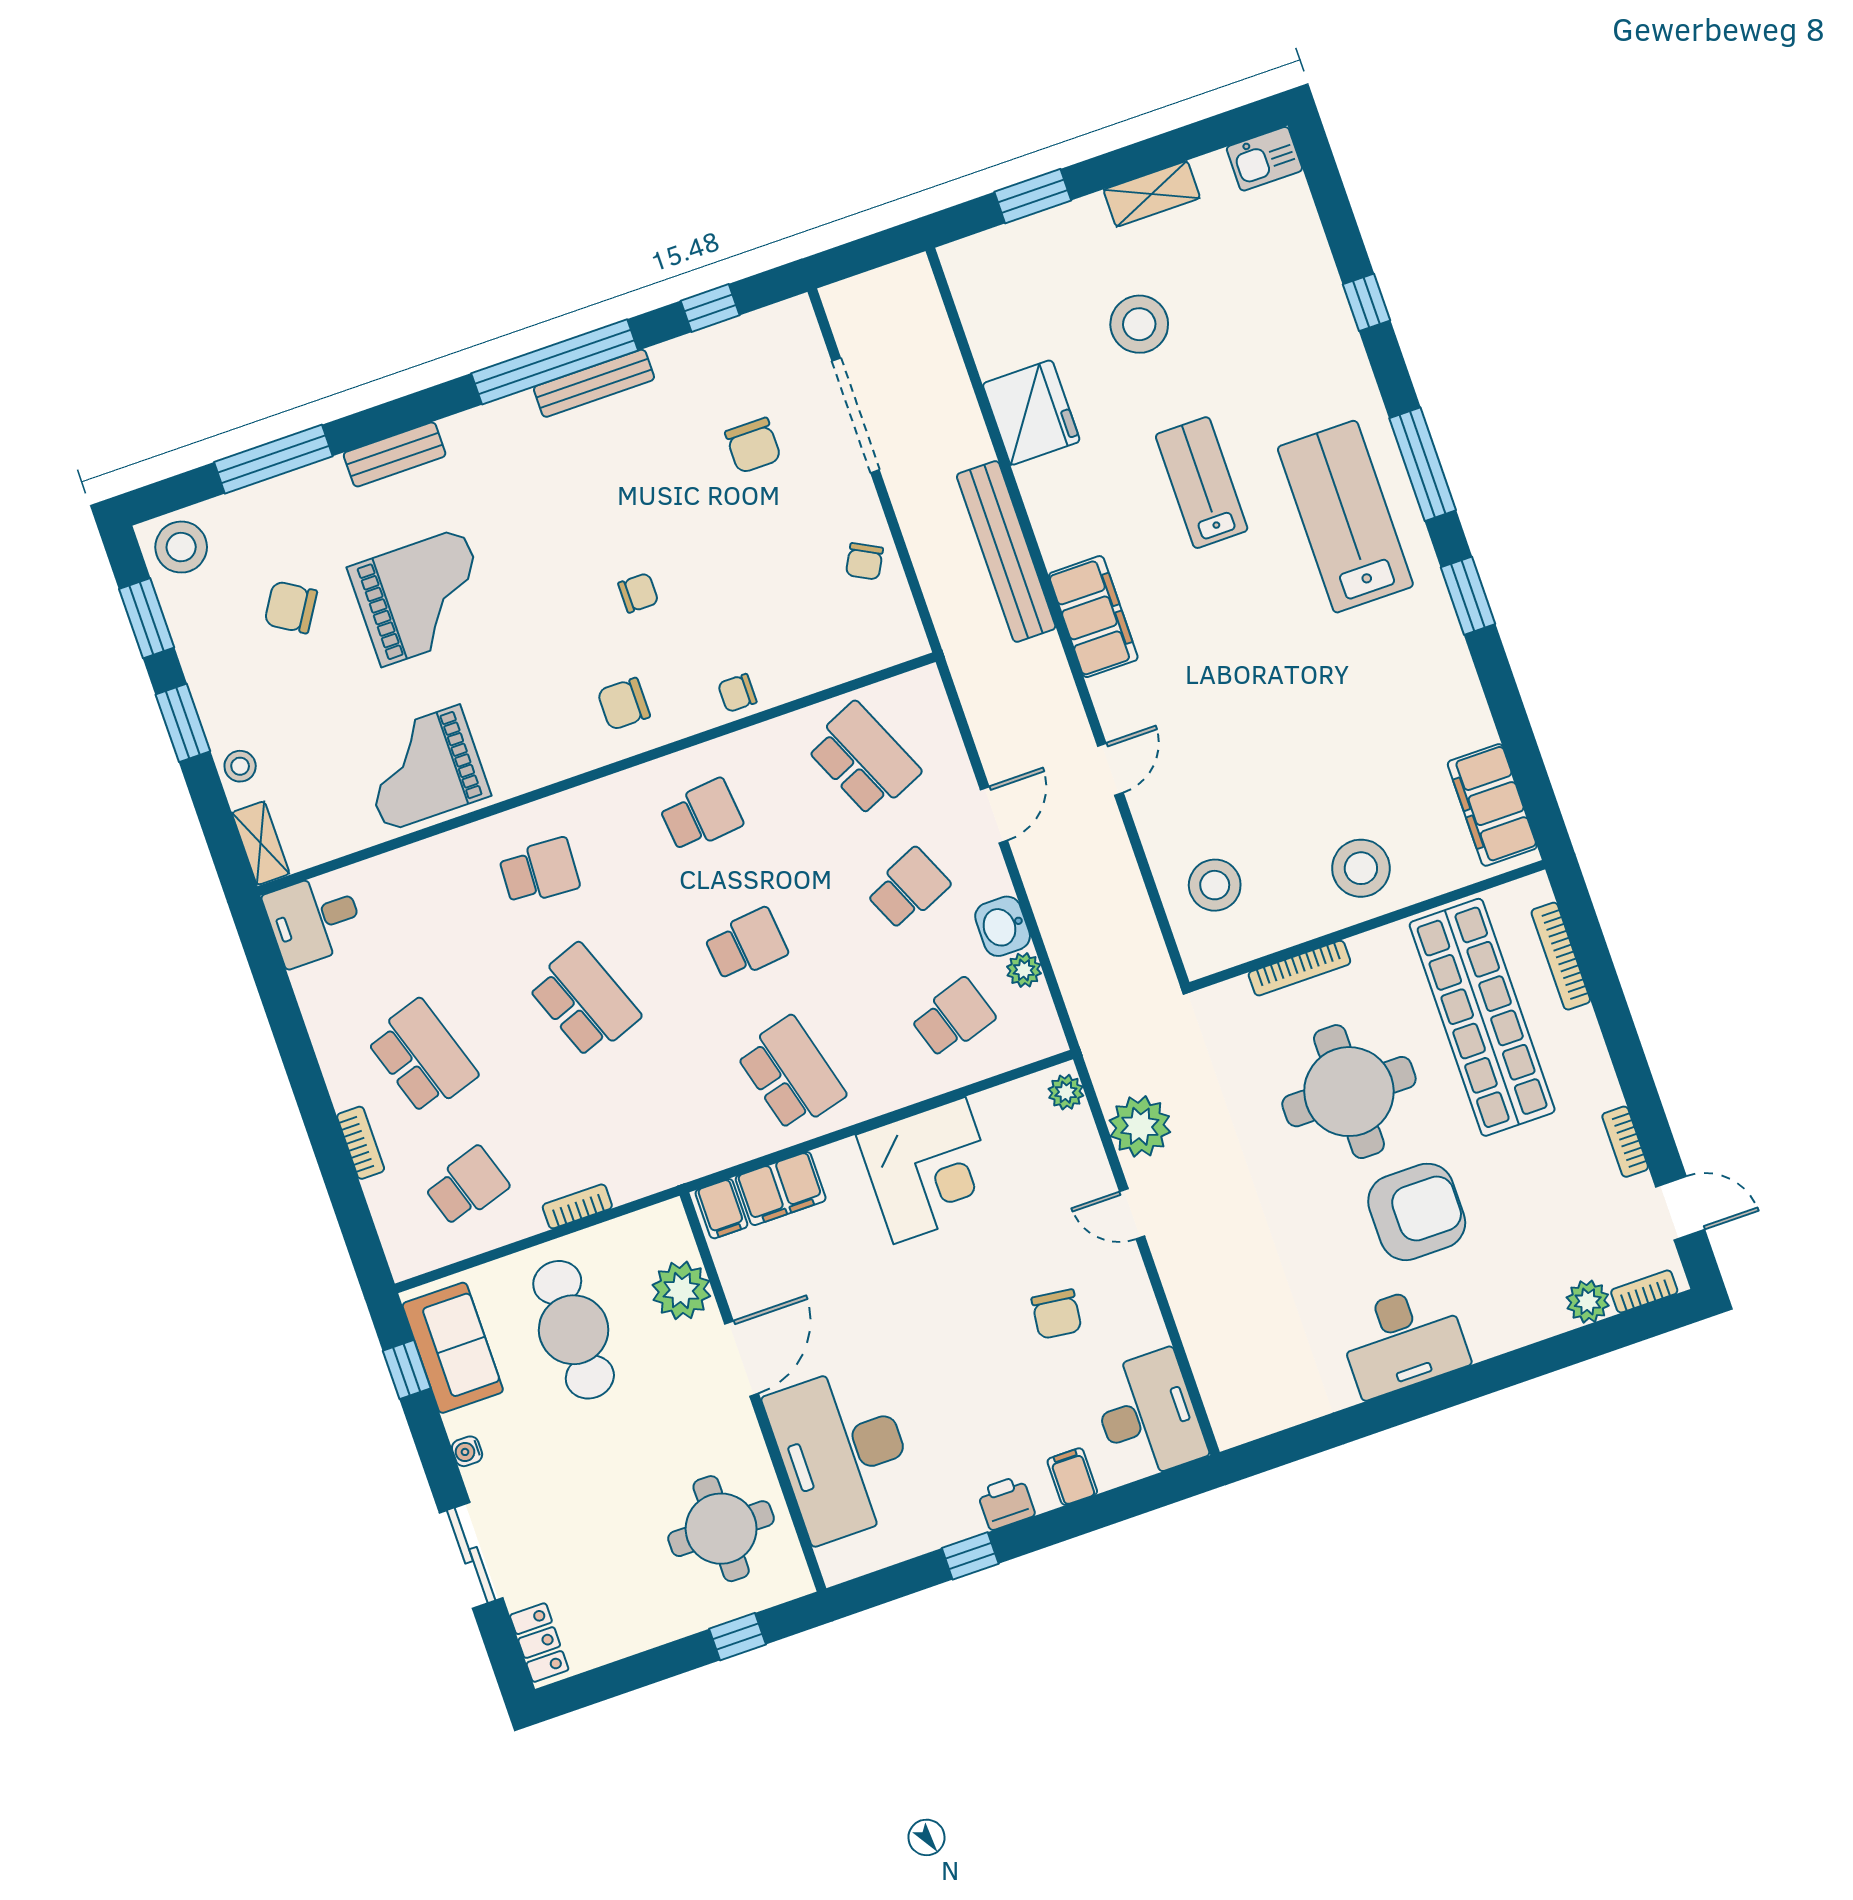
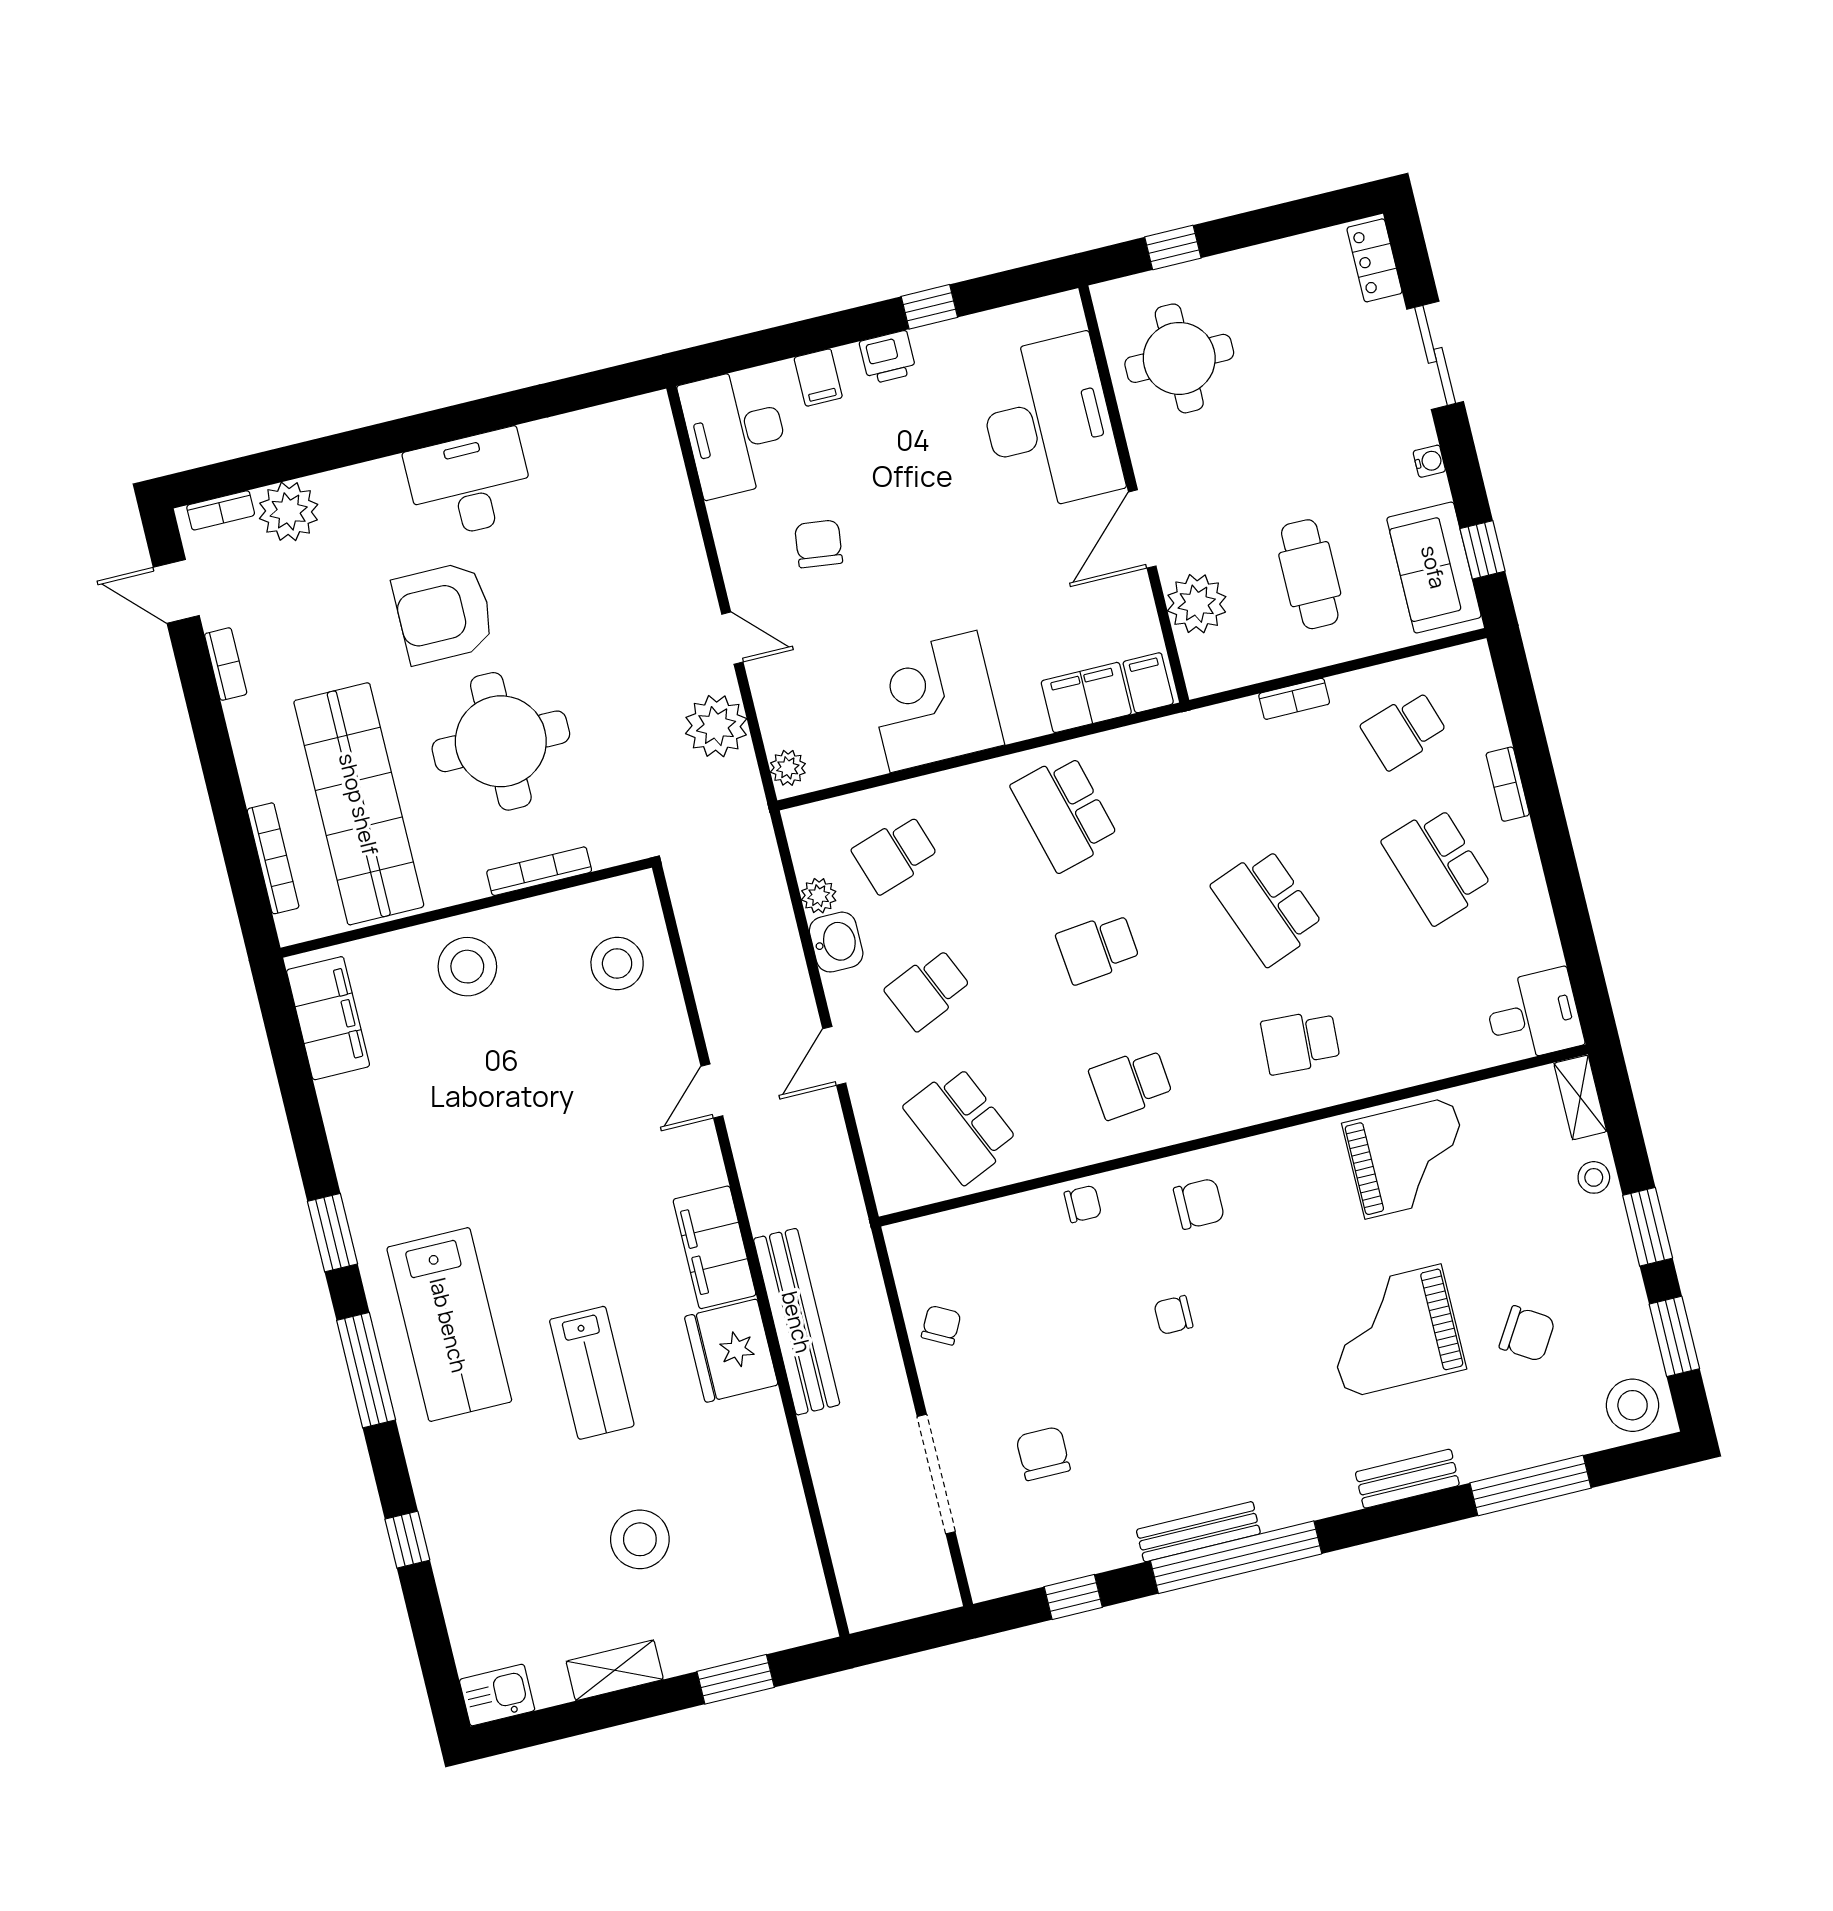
fridge: (1031, 413) -> (731, 1351), moved
plant: (1588, 1302) -> (289, 511), width x1.36, depth x1.36
cafe table: (574, 1330) -> (1310, 574), width x0.73, depth x0.74

